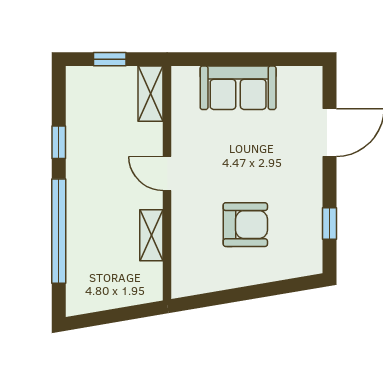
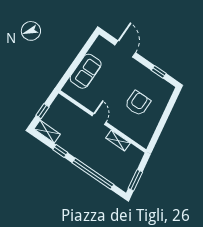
shelving: (151, 94) -> (47, 132), moved
door: (167, 173) -> (99, 119), swing flipped
window: (101, 318) -> (135, 180), added

